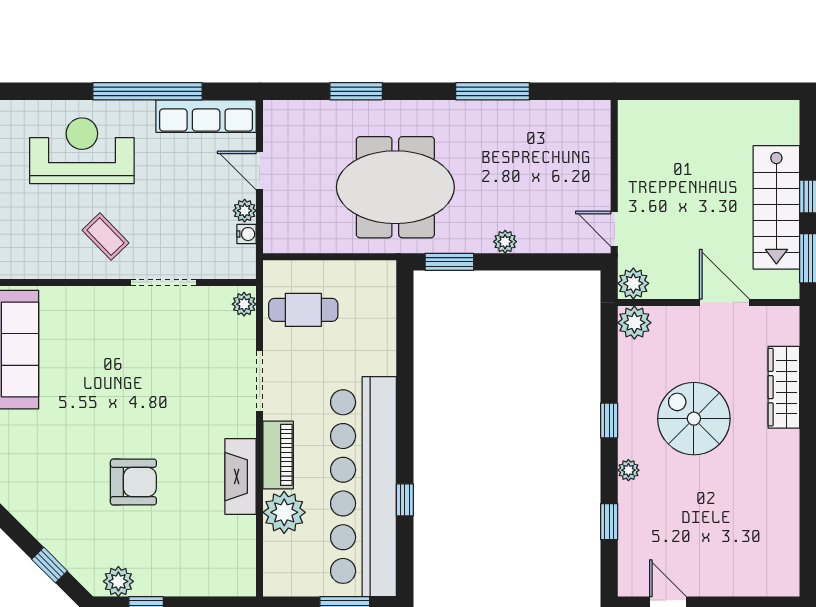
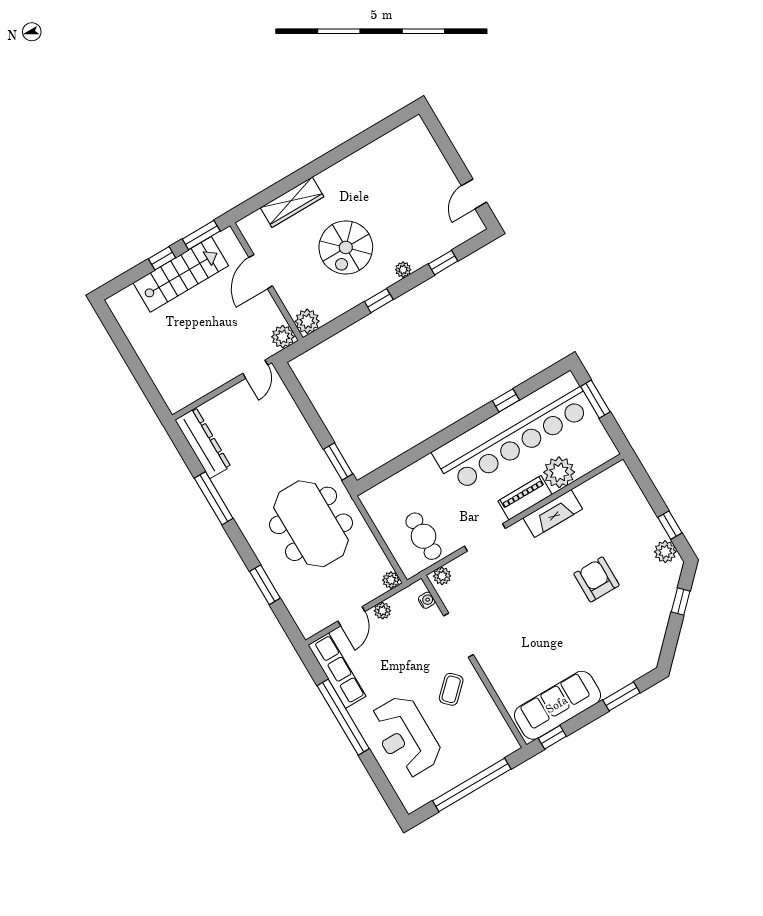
dresser: (564, 117) -> (203, 443), added
water cooler: (247, 234) -> (427, 600), moved, turned 90
plant: (505, 242) -> (391, 580), moved

